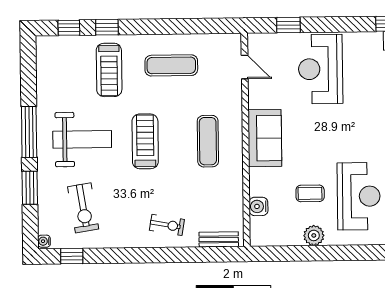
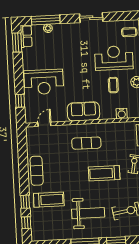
exercise mat: (171, 65) -> (37, 171), moved
weight bench: (82, 139) -> (88, 213), turned 90
treadmill: (145, 141) -> (104, 173), moved

